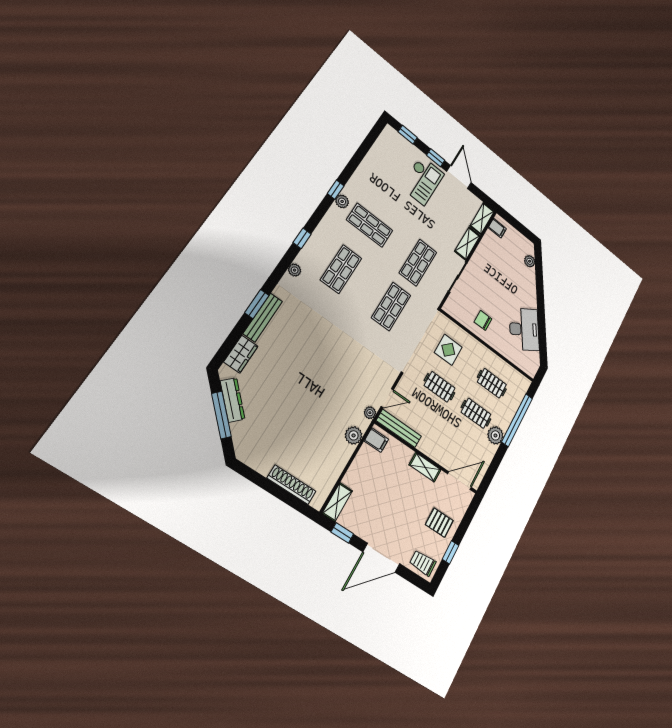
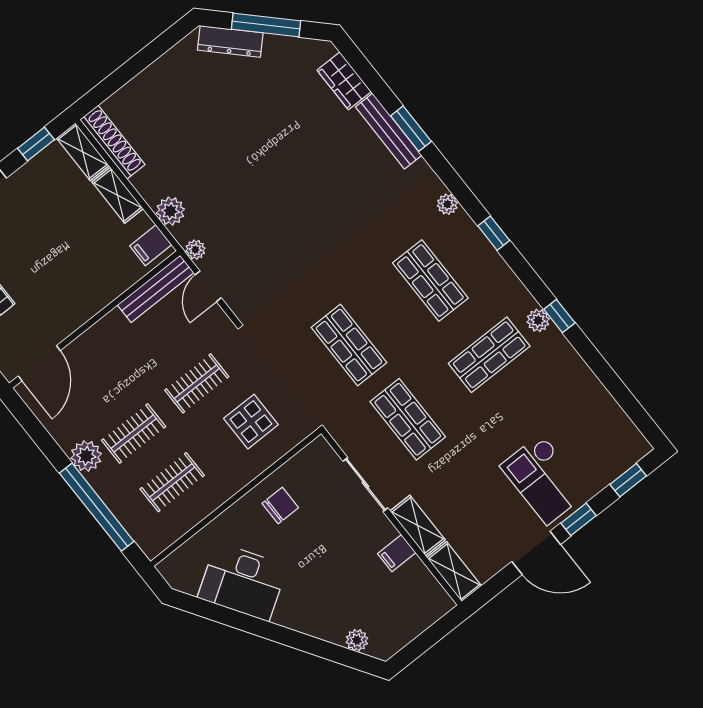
filing cabinet: (497, 228) -> (397, 553), moved
dresser: (233, 400) -> (230, 41), moved
shelving: (425, 467) -> (118, 195), moved, turned 90
shoe rack: (292, 485) -> (112, 142), moved, turned -90

